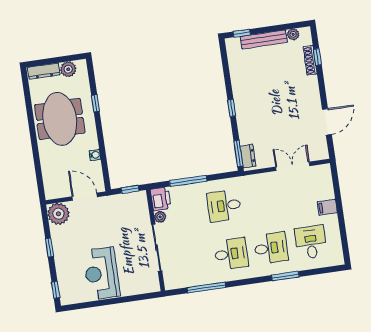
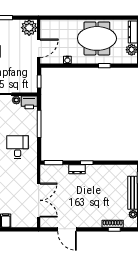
dresser: (248, 156) -> (77, 169), moved
double door: (293, 166) -> (39, 200), width x1.37

